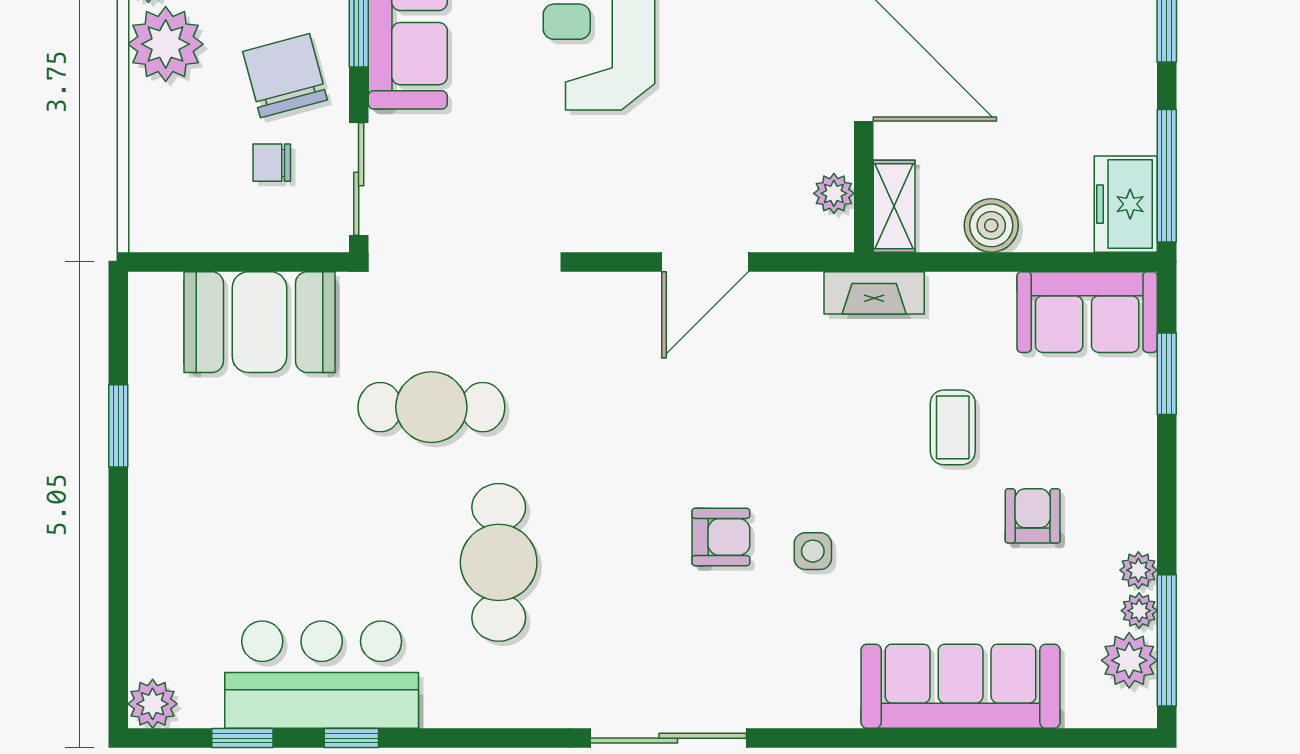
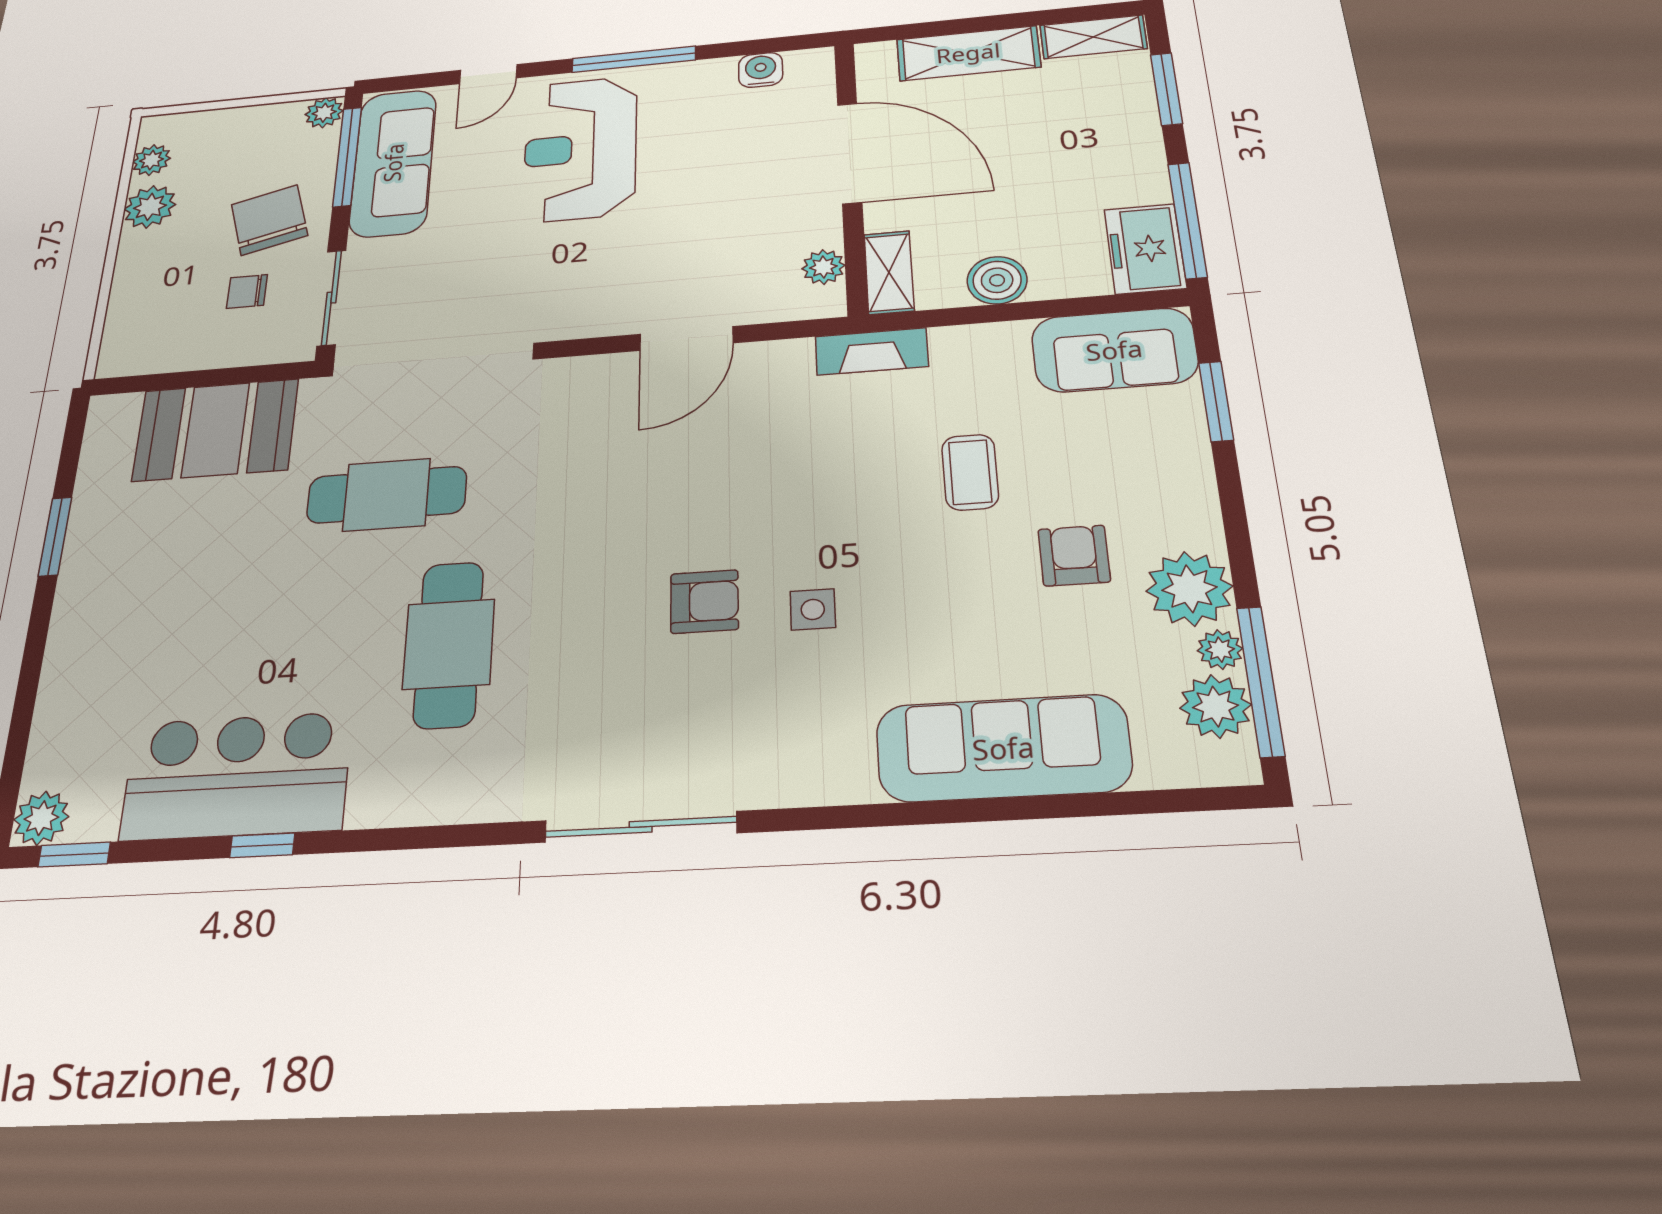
plant: (166, 44) -> (150, 207), width x0.73, depth x0.73
plant: (1138, 570) -> (1189, 589), width x1.87, depth x1.87
window: (242, 738) -> (74, 855), moved

